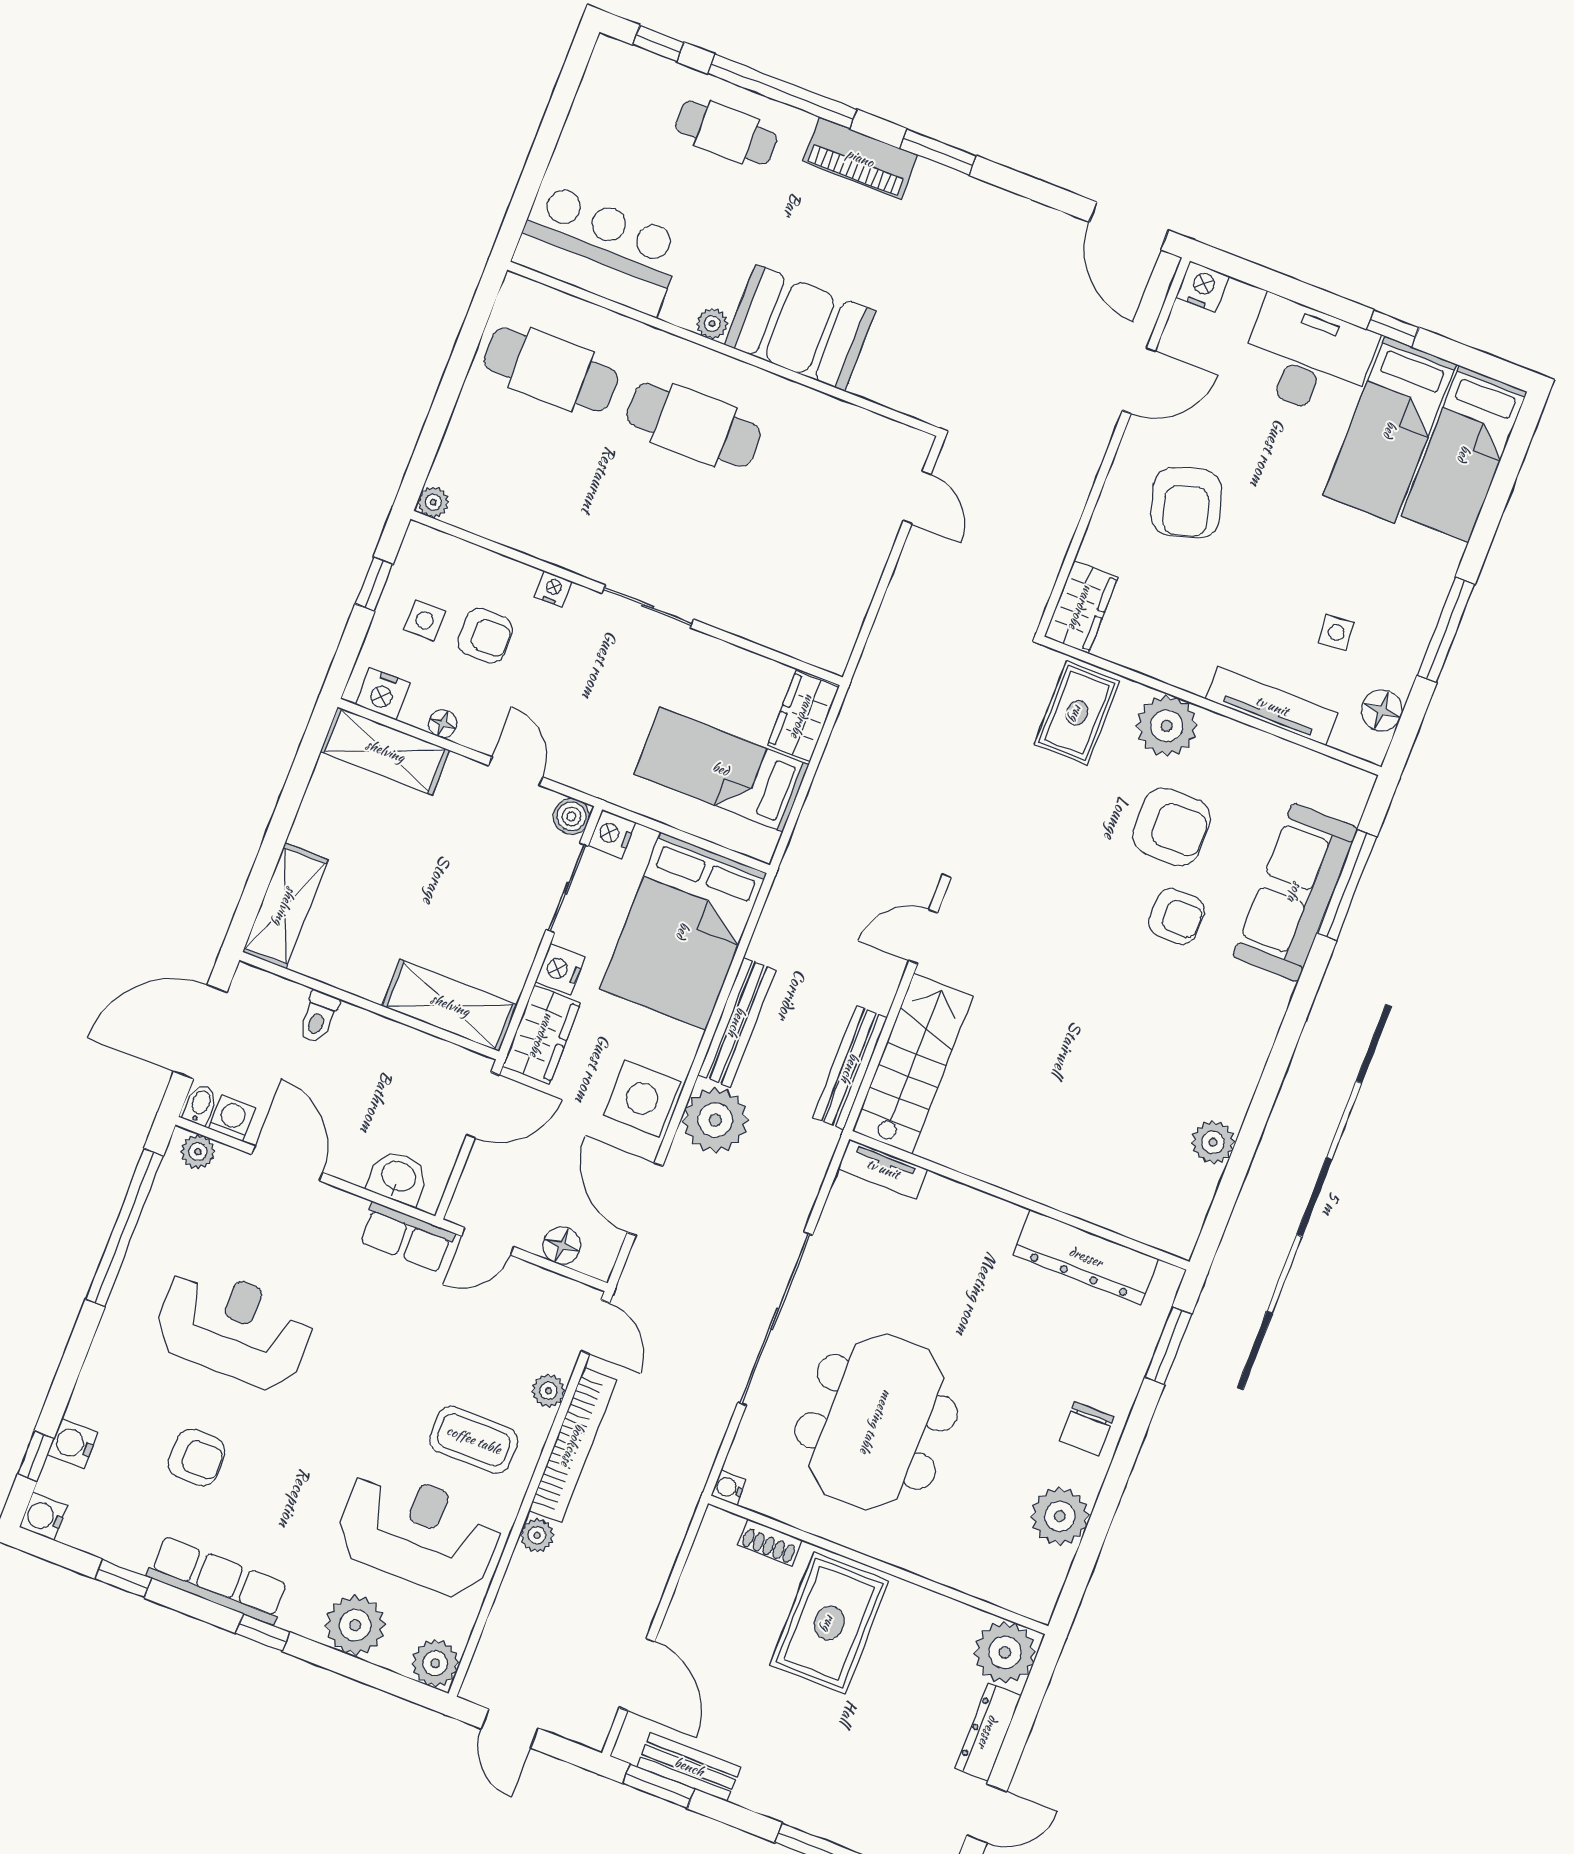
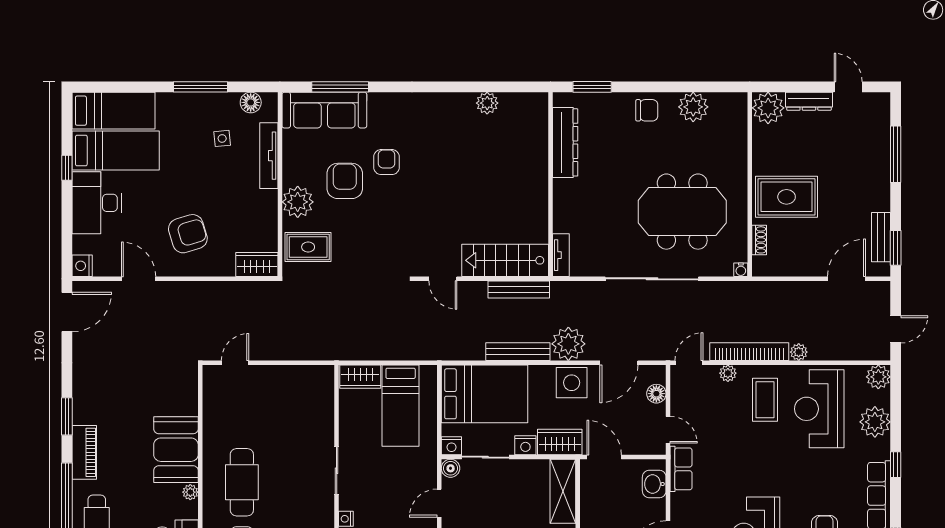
sofa: (1295, 892) -> (324, 110), moved

